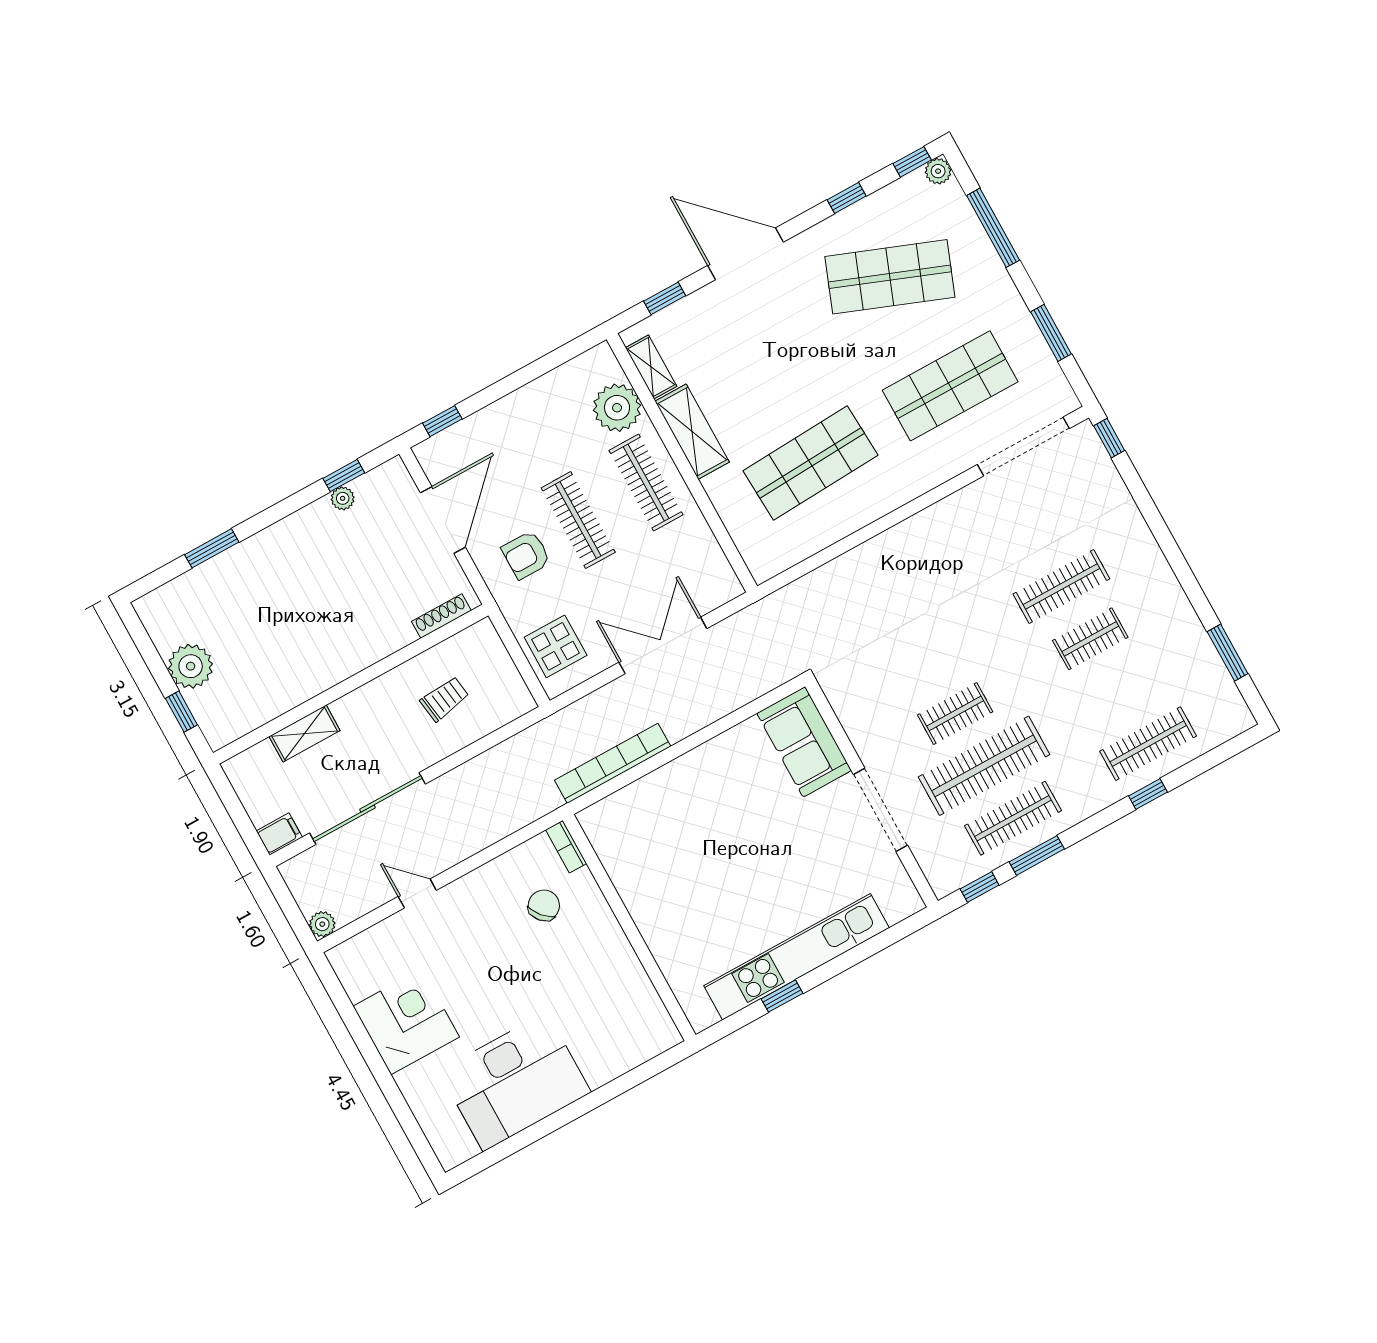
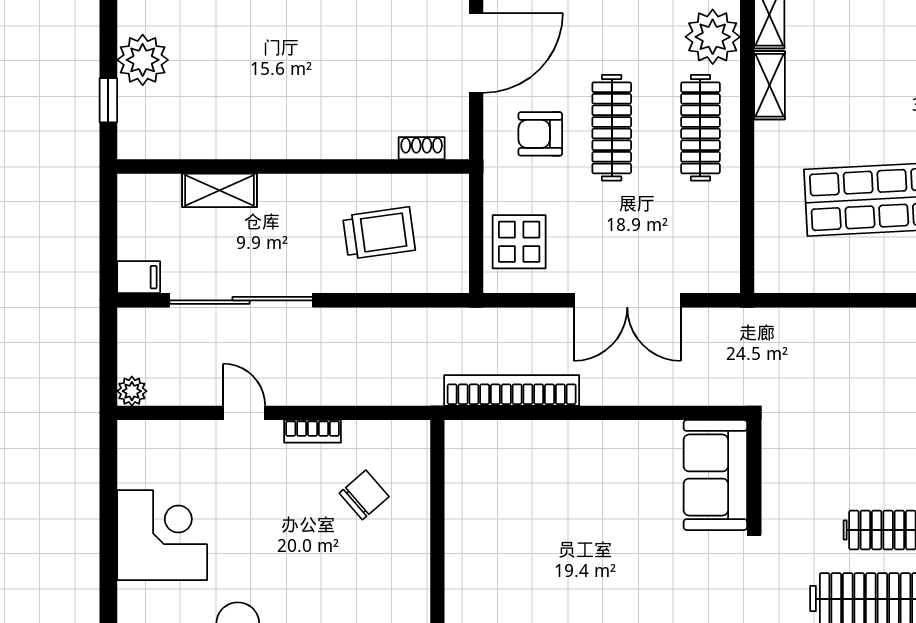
shelving: (692, 432) -> (770, 85), width x0.67, depth x0.75
shoe rack: (441, 616) -> (422, 148), width x0.70
double door: (663, 645) -> (627, 300), swing flipped
trolley: (445, 699) -> (379, 233), width x1.36, depth x1.39
bookcase: (566, 847) -> (313, 431), moved, turned -90

